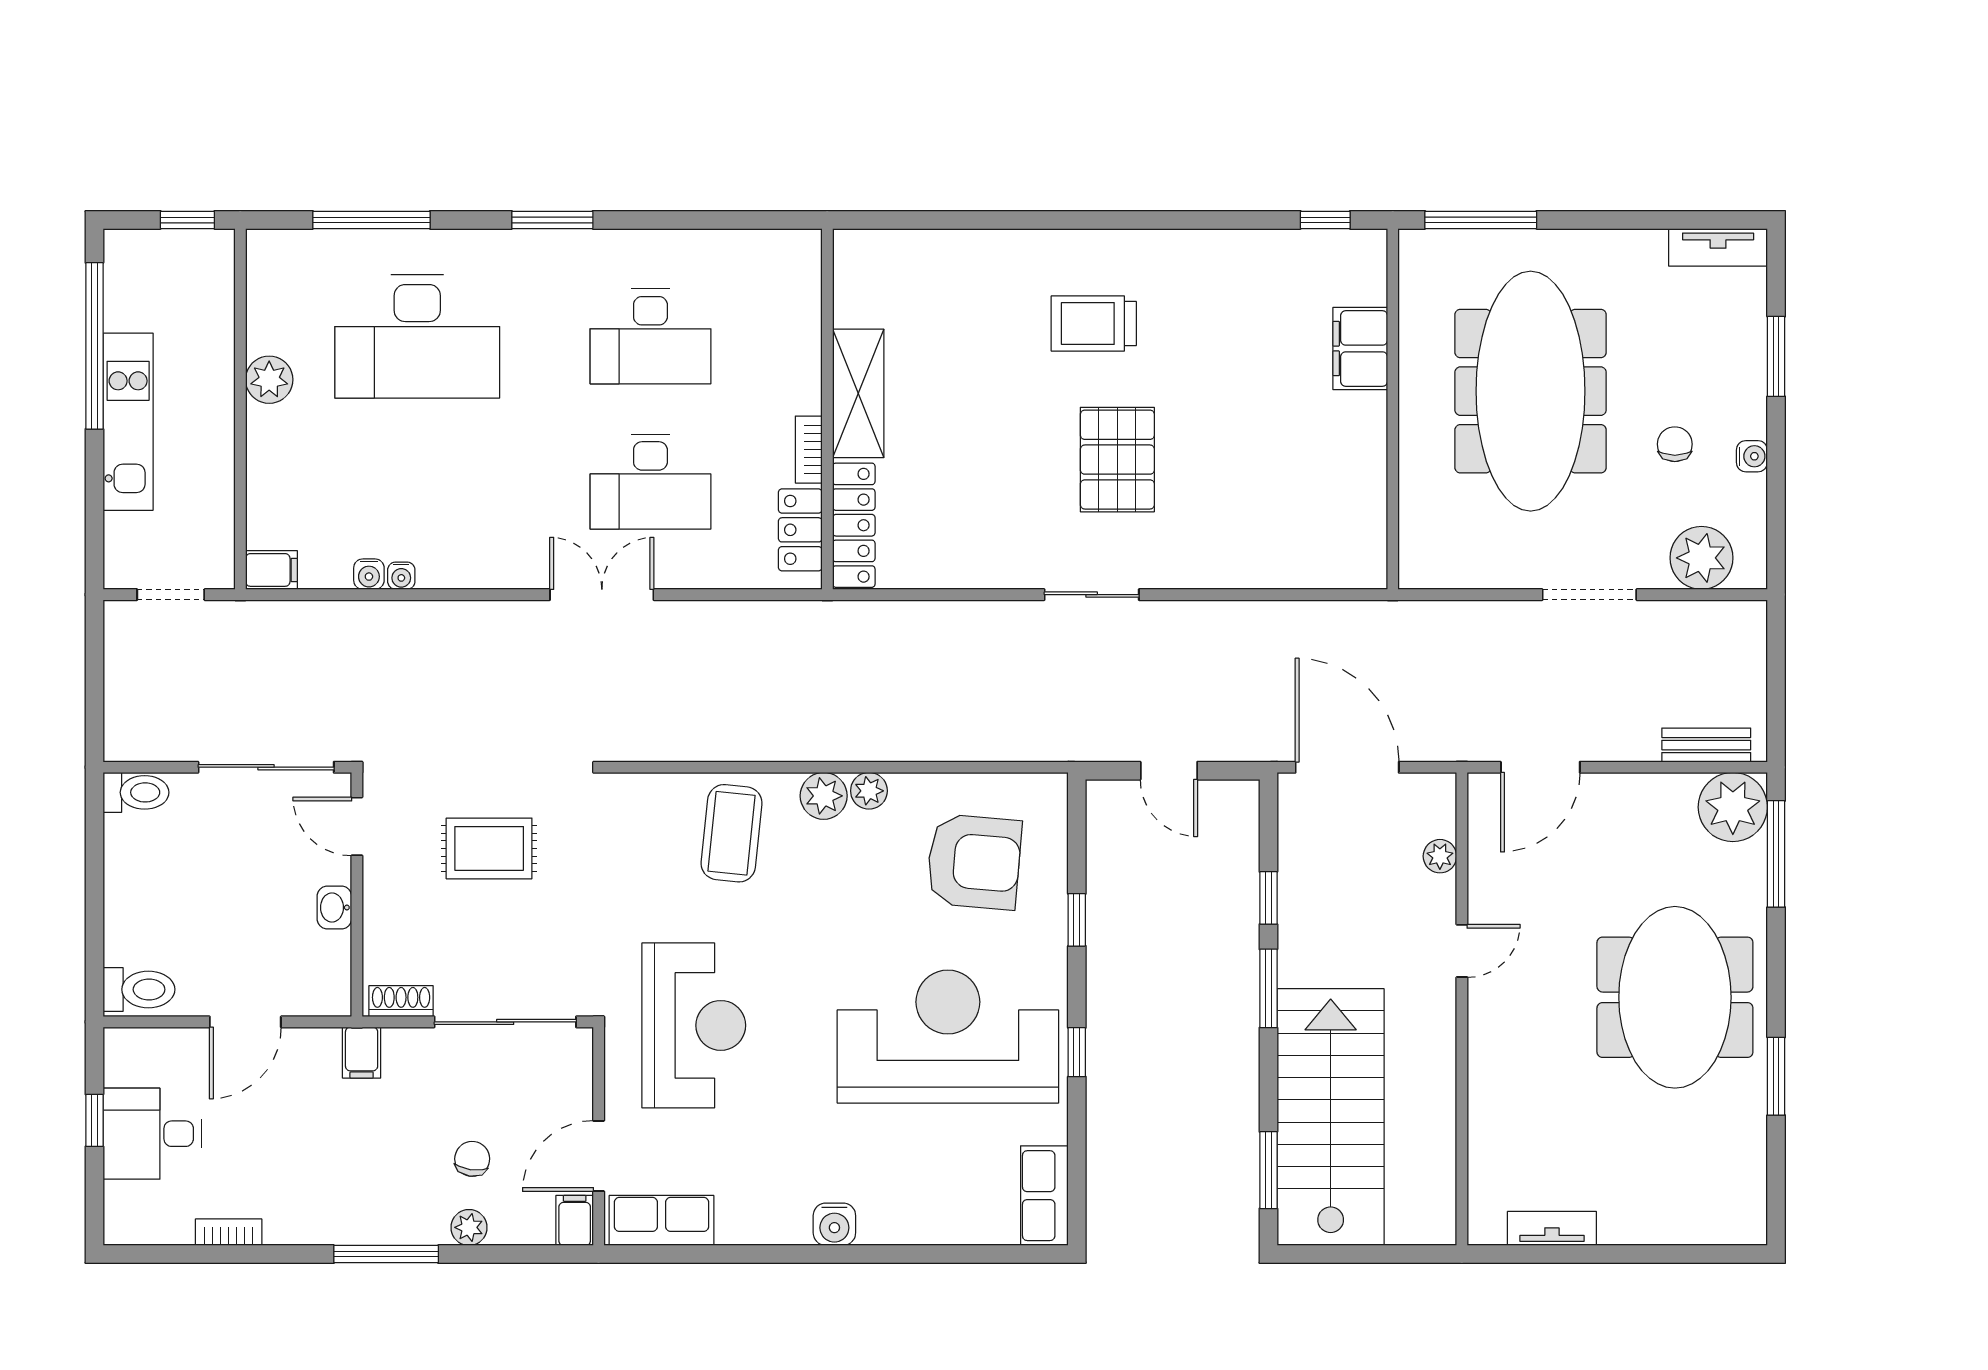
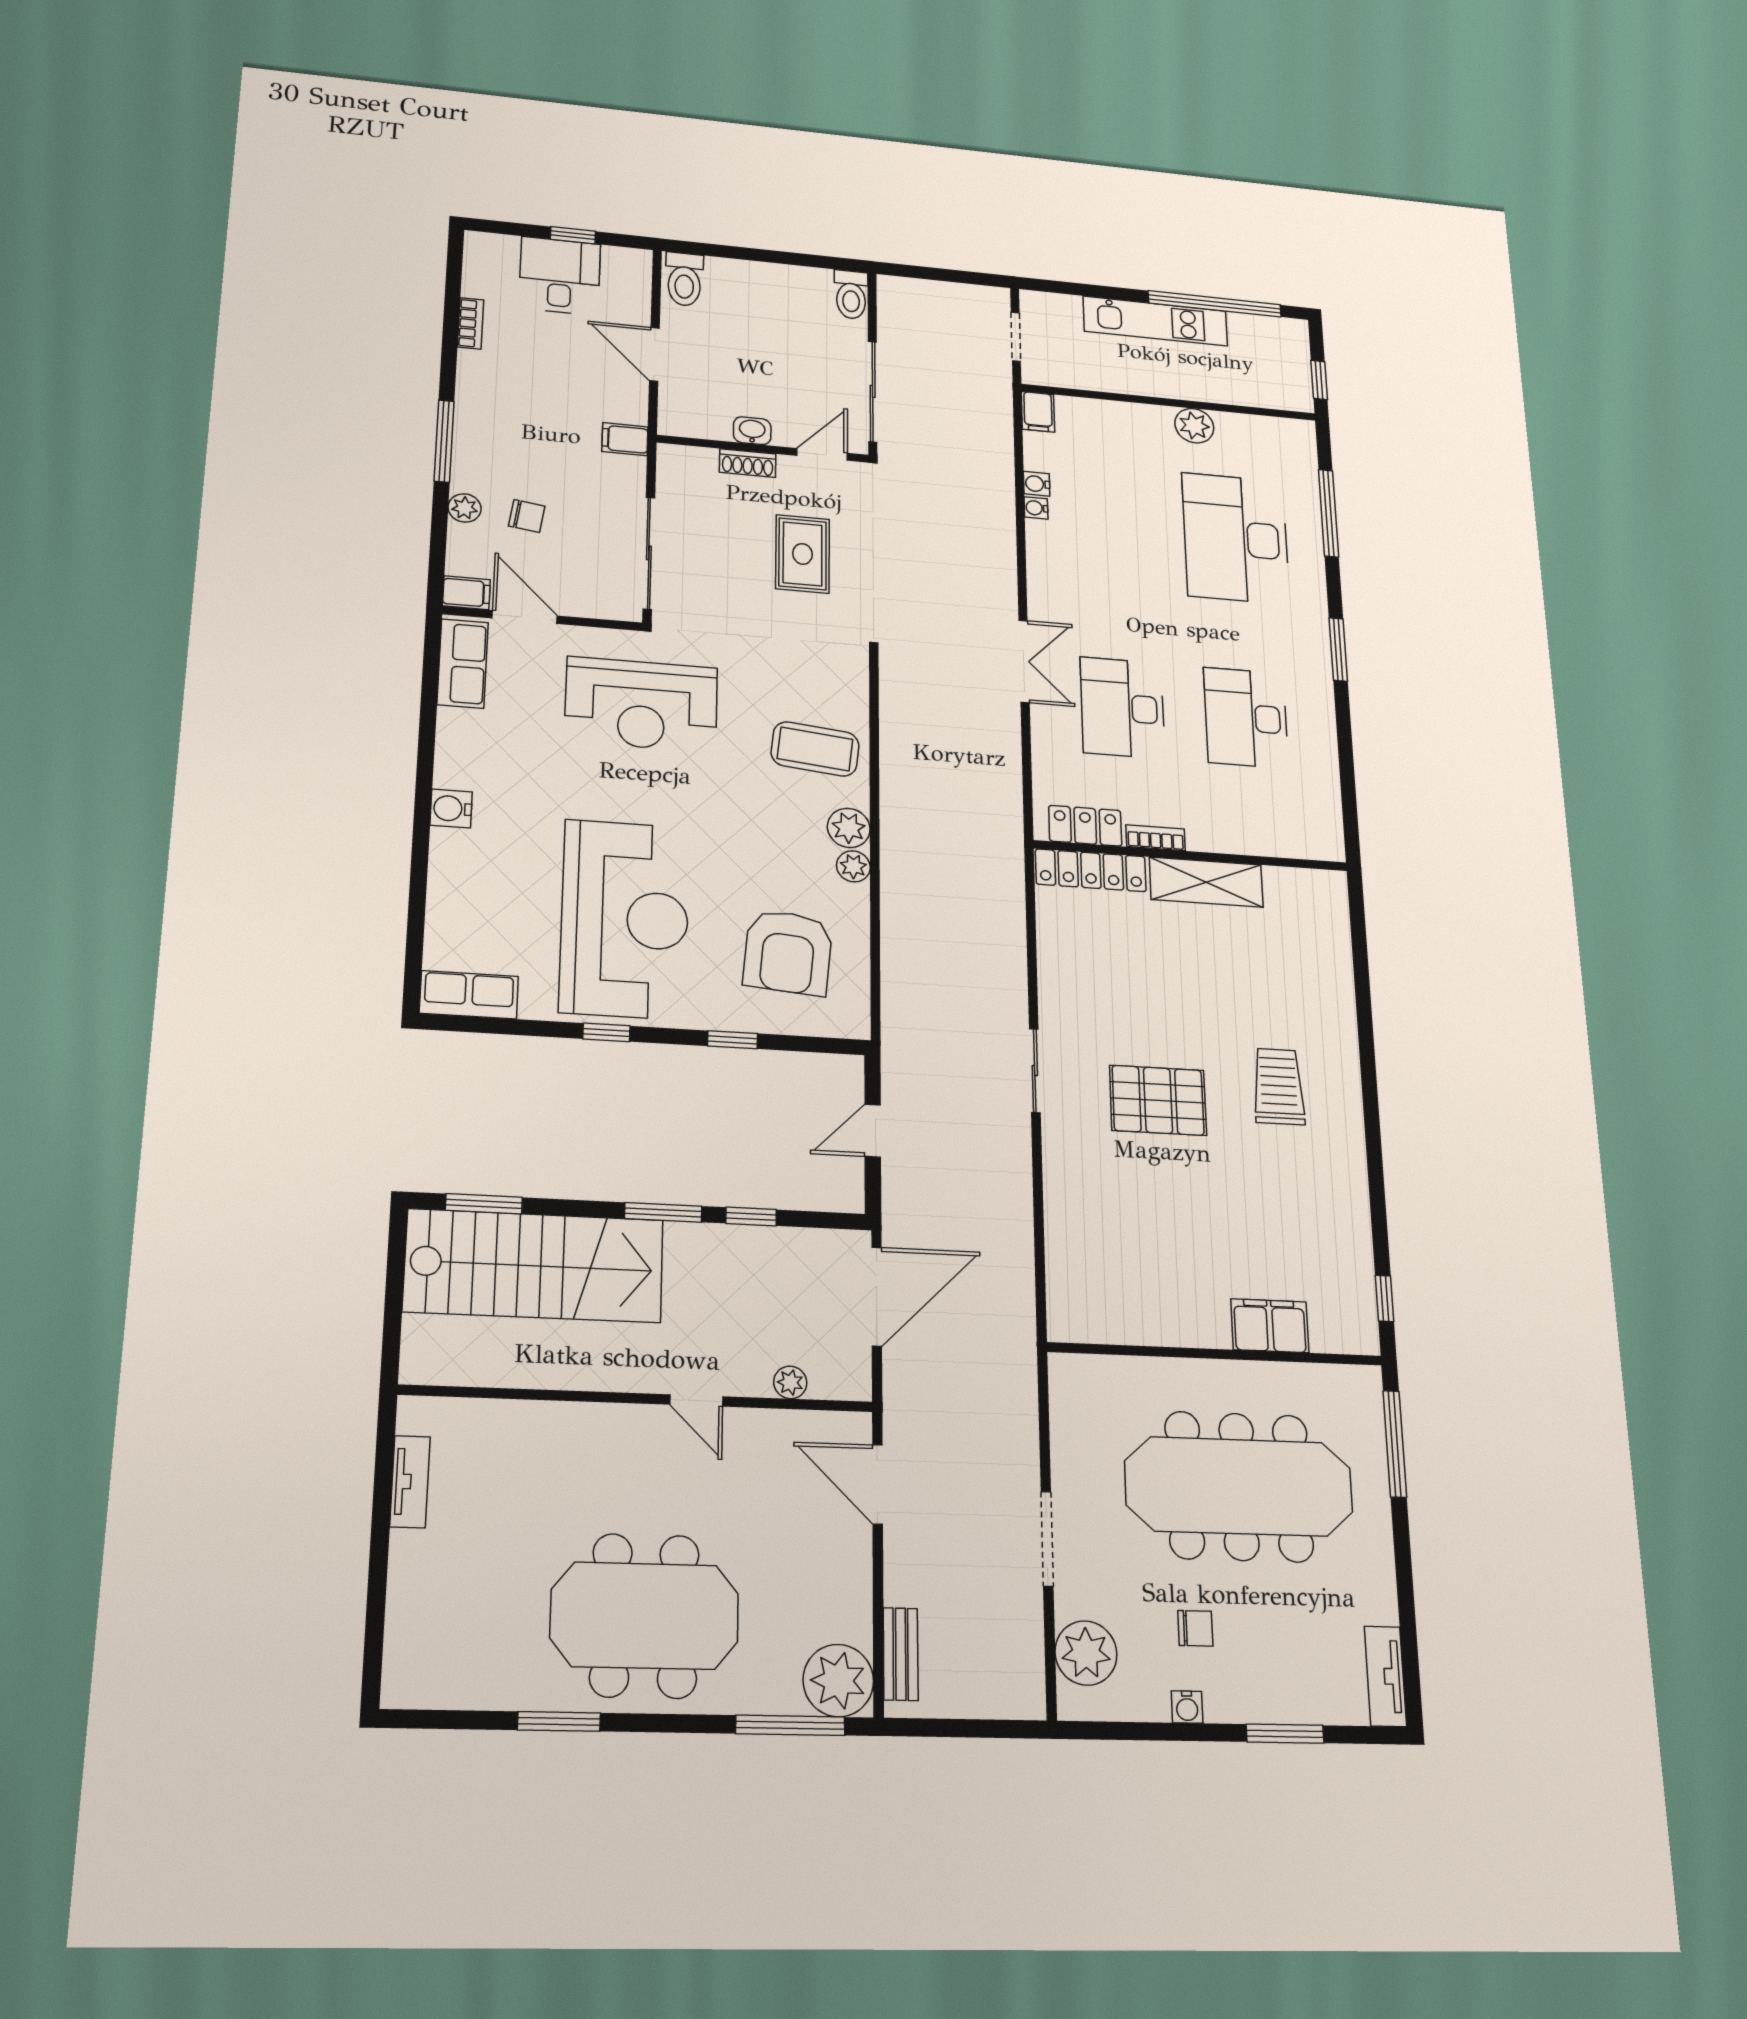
shoe rack: (401, 1001) -> (748, 463), moved, turned 90

